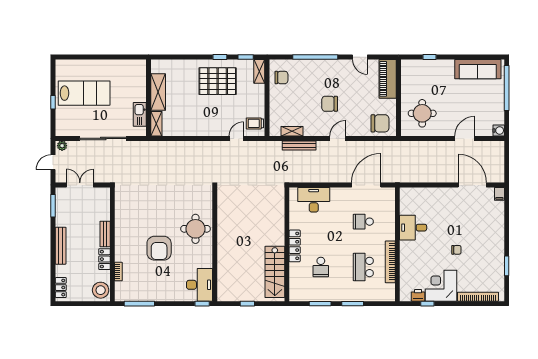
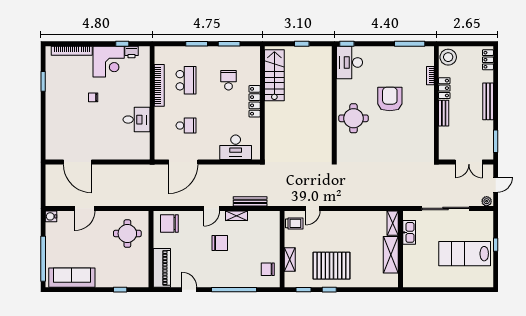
shelving: (259, 71) -> (290, 260), moved
shelving: (292, 131) -> (237, 216), moved
filing cabinet: (499, 194) -> (50, 153), removed

